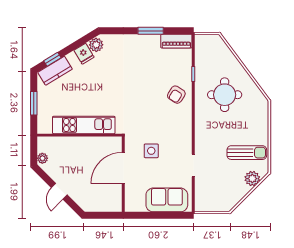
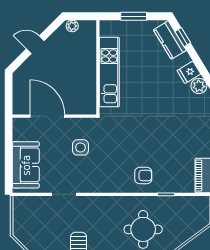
armchair: (176, 95) -> (143, 175), turned 148
door: (123, 168) -> (47, 116), moved

